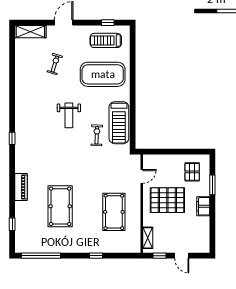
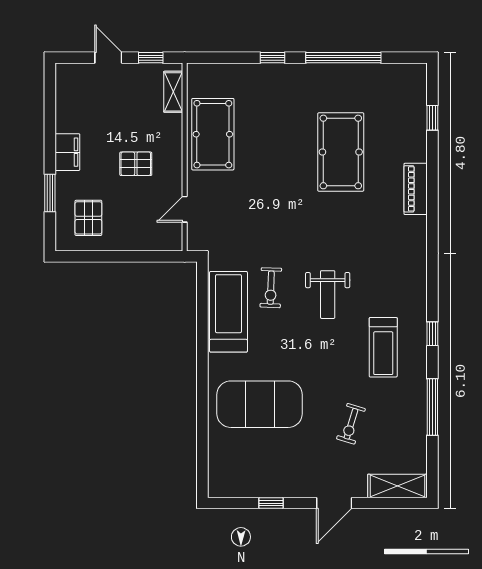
window: (108, 23) -> (271, 503), moved
treadmill: (106, 40) -> (383, 347), moved, turned 90
window: (12, 73) -> (432, 407), added
weight bench: (69, 115) -> (328, 295), moved, turned 180
window: (12, 138) -> (432, 334), moved
pallet: (167, 200) -> (136, 164), width x0.49, depth x0.50
pool table: (114, 212) -> (213, 134), moved
window: (41, 256) -> (343, 58), moved

